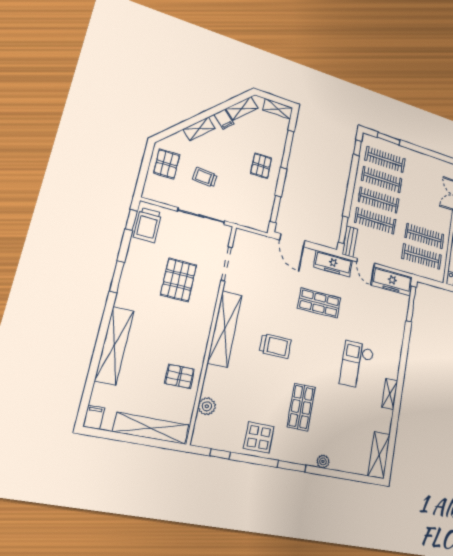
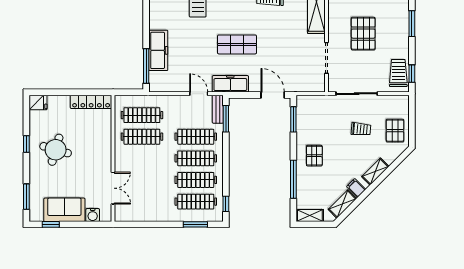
freezer: (392, 281) -> (158, 50), moved, turned 90

